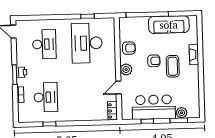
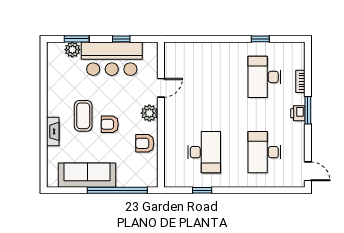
desk: (87, 43) -> (204, 152), width x0.73, depth x0.77
locker: (112, 111) -> (170, 55), removed

